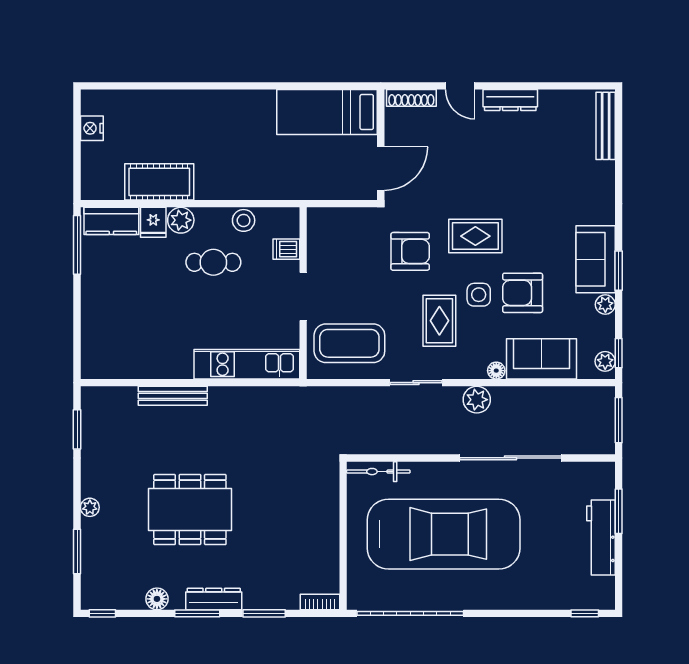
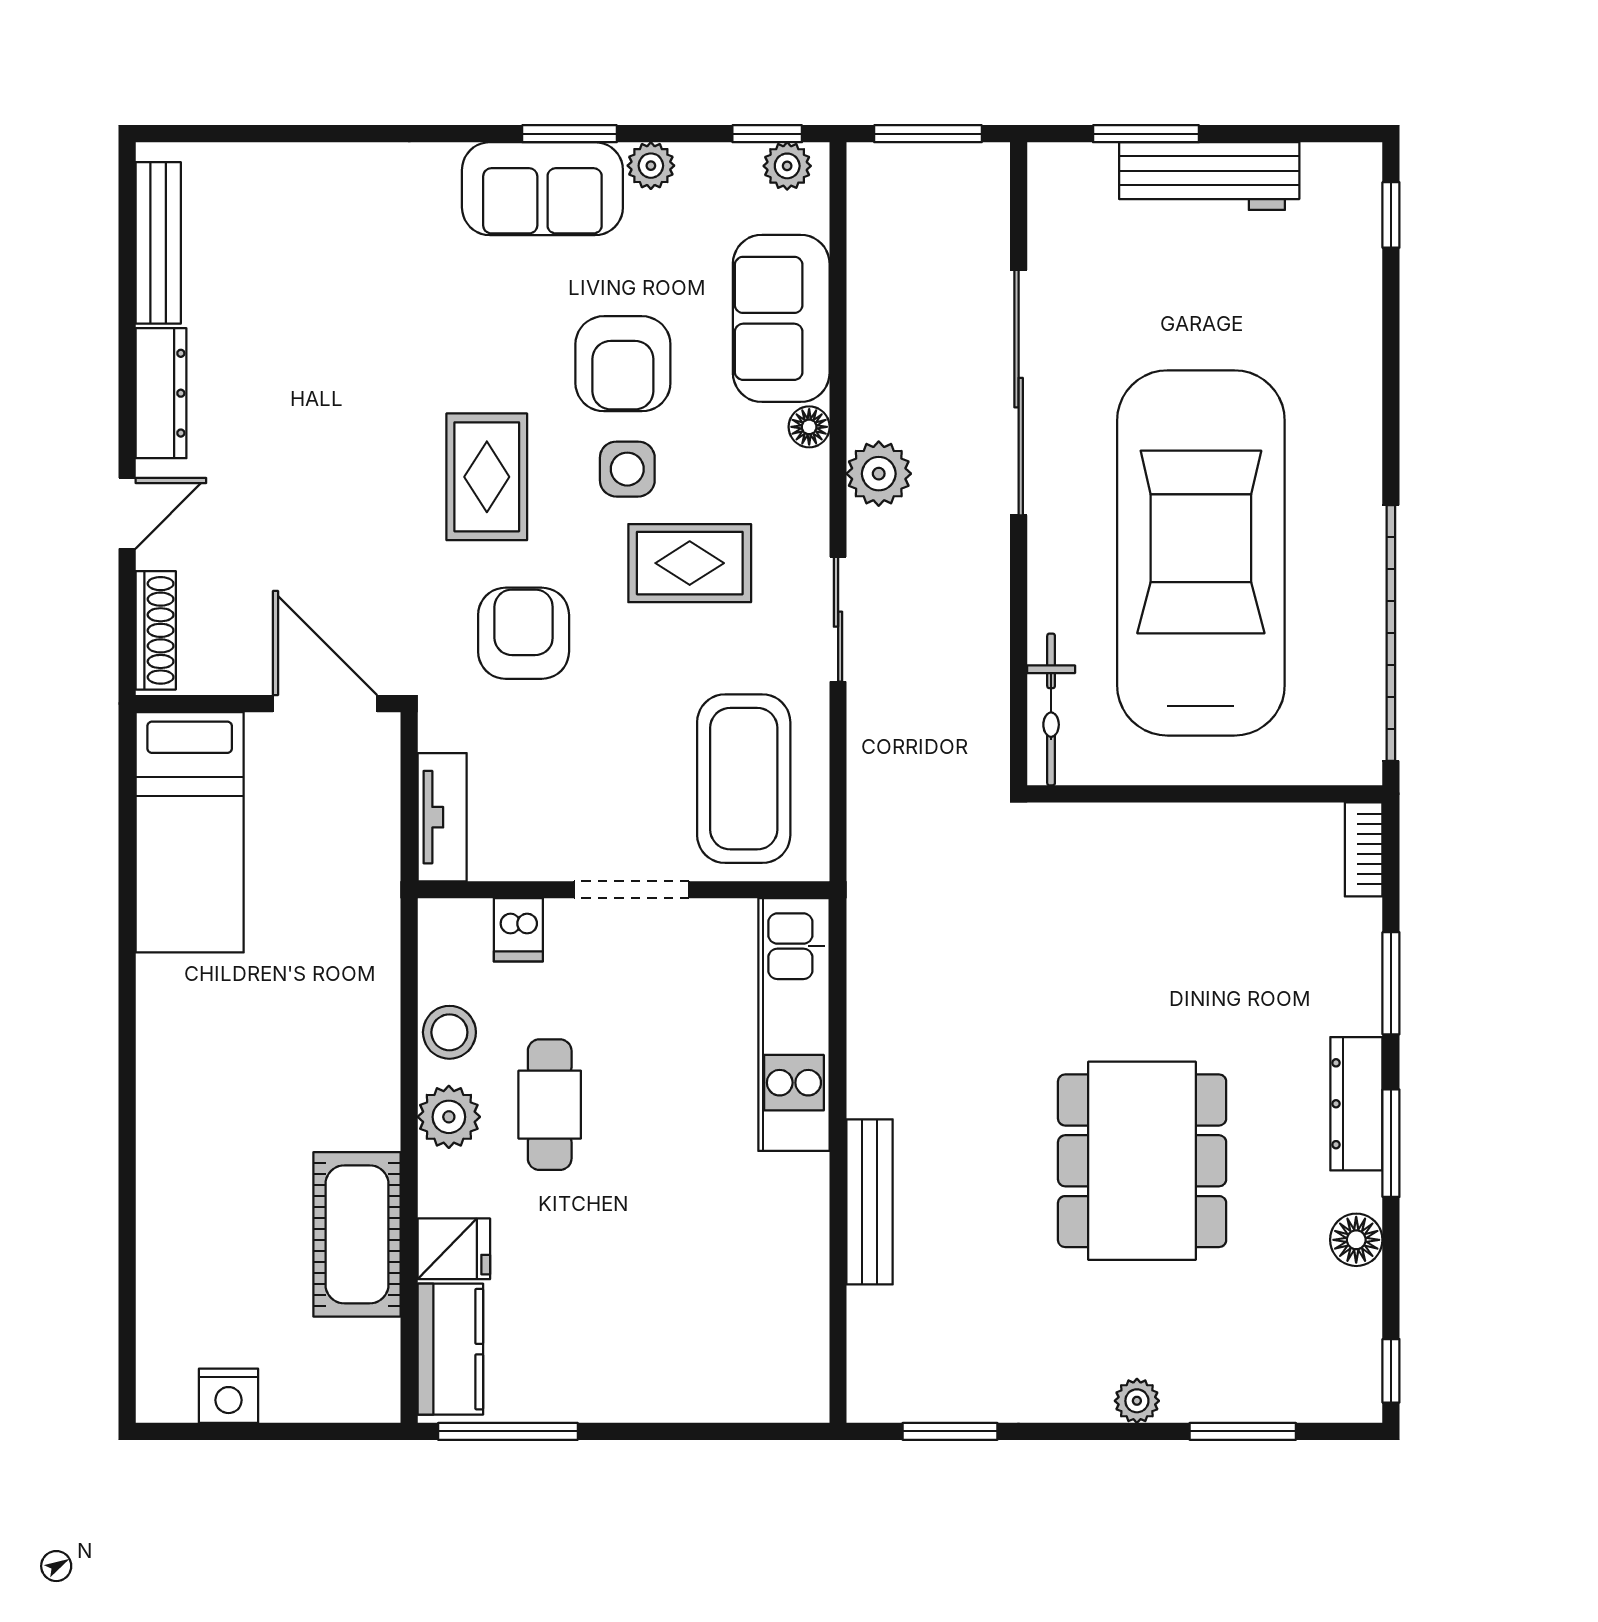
bench: (606, 126) -> (158, 243), moved, turned 90
tv unit: (333, 217) -> (442, 817), added
plant: (181, 220) -> (449, 1117), moved

